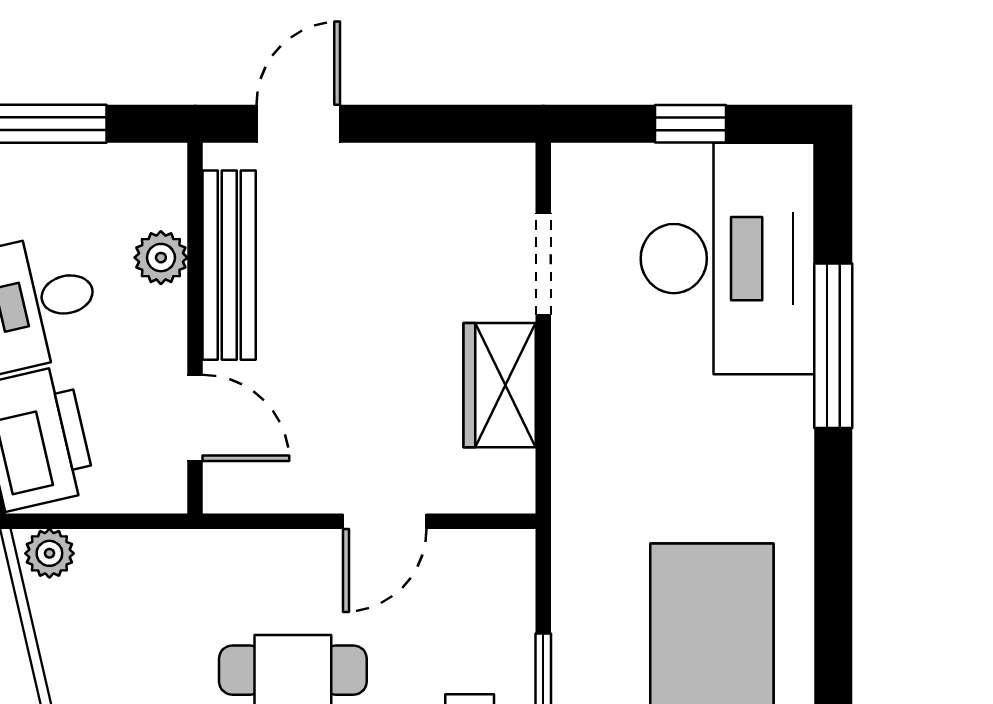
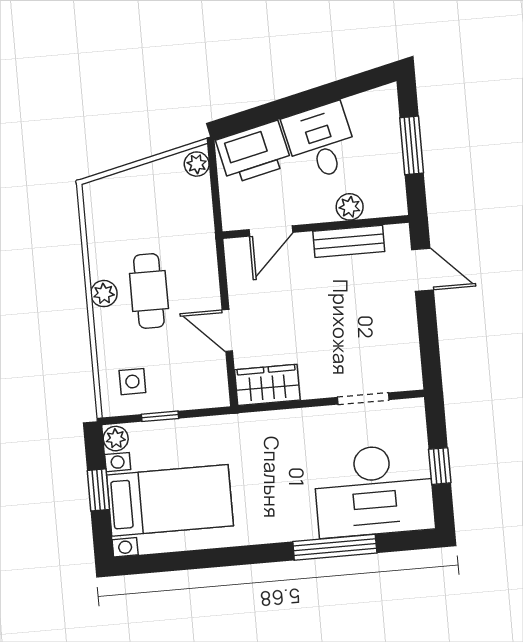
bench: (229, 265) -> (349, 241), width x0.73
wardrobe: (500, 385) -> (267, 385), moved

